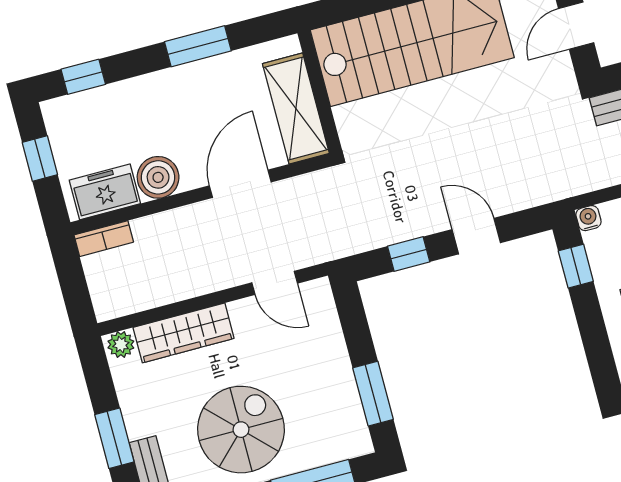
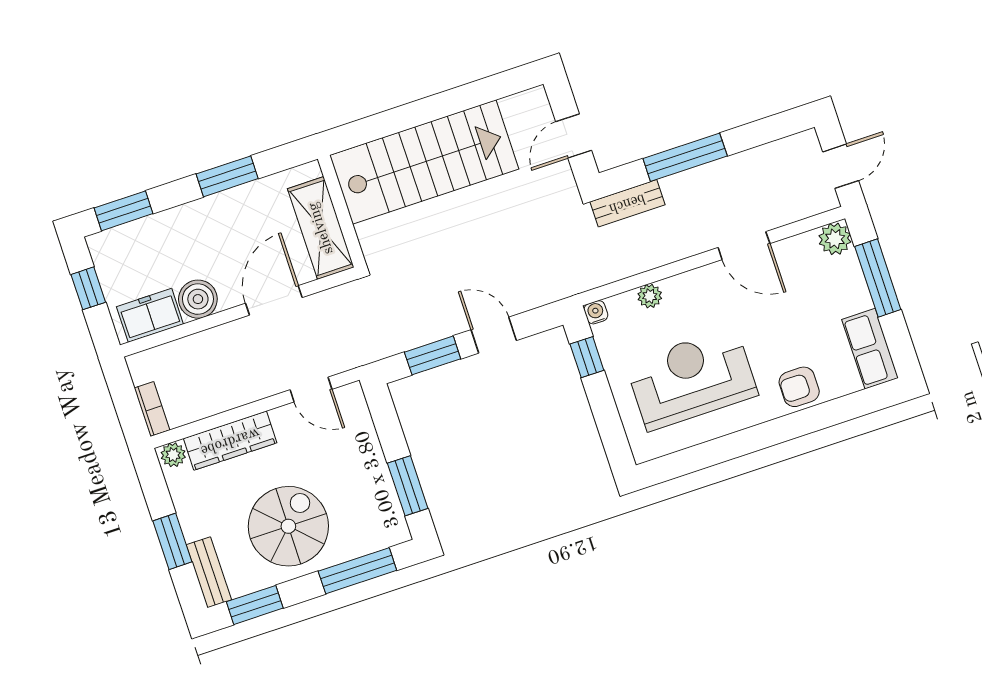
window: (83, 77) -> (124, 211), width x1.50
bookcase: (104, 239) -> (152, 409), moved, turned -90
window: (409, 254) -> (433, 355), width x1.50

